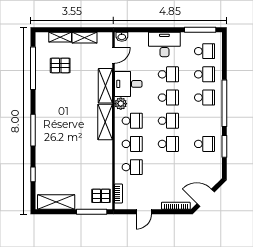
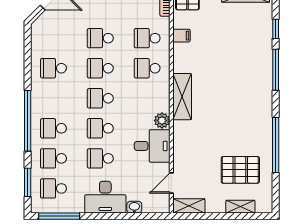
washbasin: (122, 37) -> (134, 207), moved
shelving: (85, 38) -> (189, 206), moved
pallet: (60, 65) -> (240, 170), width x1.50, depth x1.42
window: (33, 68) -> (276, 145), moved
shelving: (105, 86) -> (182, 143), removed
school desk: (132, 121) -> (100, 38), moved
window: (33, 130) -> (276, 70), moved
window: (224, 146) -> (28, 182), moved
filing cabinet: (106, 169) -> (181, 36), added

